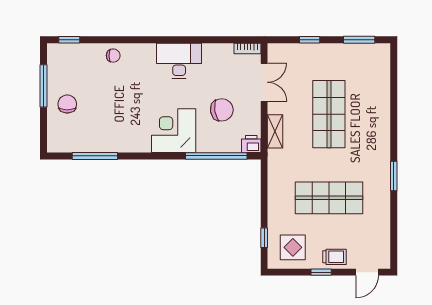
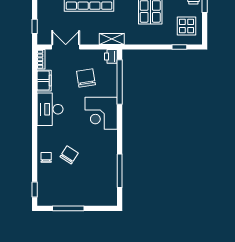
window: (310, 40) -> (35, 26), moved
filing cabinet: (218, 53) -> (44, 81), added
chair: (67, 104) -> (69, 155), moved, turned 123
shelving: (275, 131) -> (112, 39), moved

